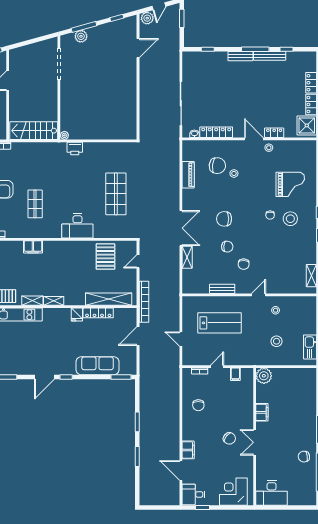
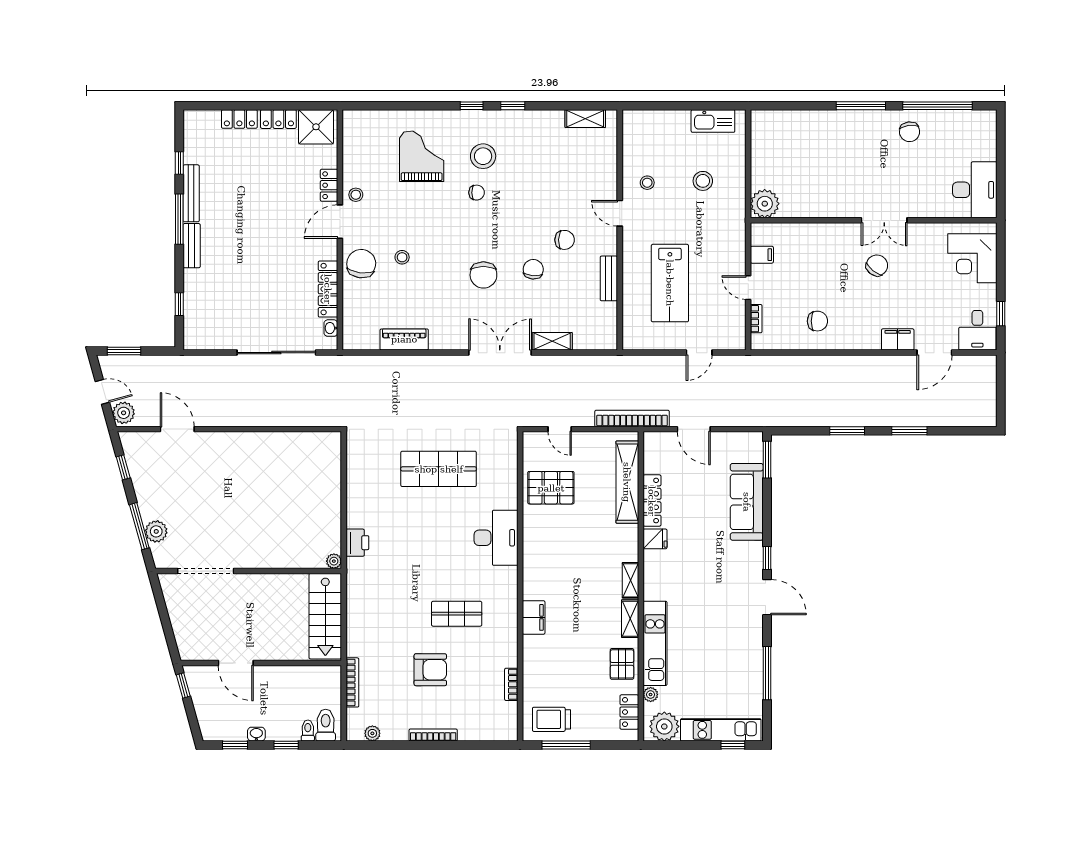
chair: (217, 166) -> (361, 264), moved
lab bench: (220, 323) -> (670, 283), turned 180
filing cabinet: (262, 412) -> (830, 207), removed

